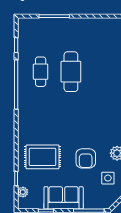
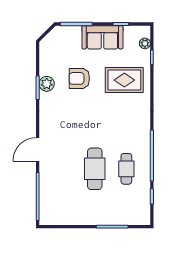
armchair: (86, 158) -> (79, 78), turned -90
side table: (108, 178) -> (56, 58), removed

